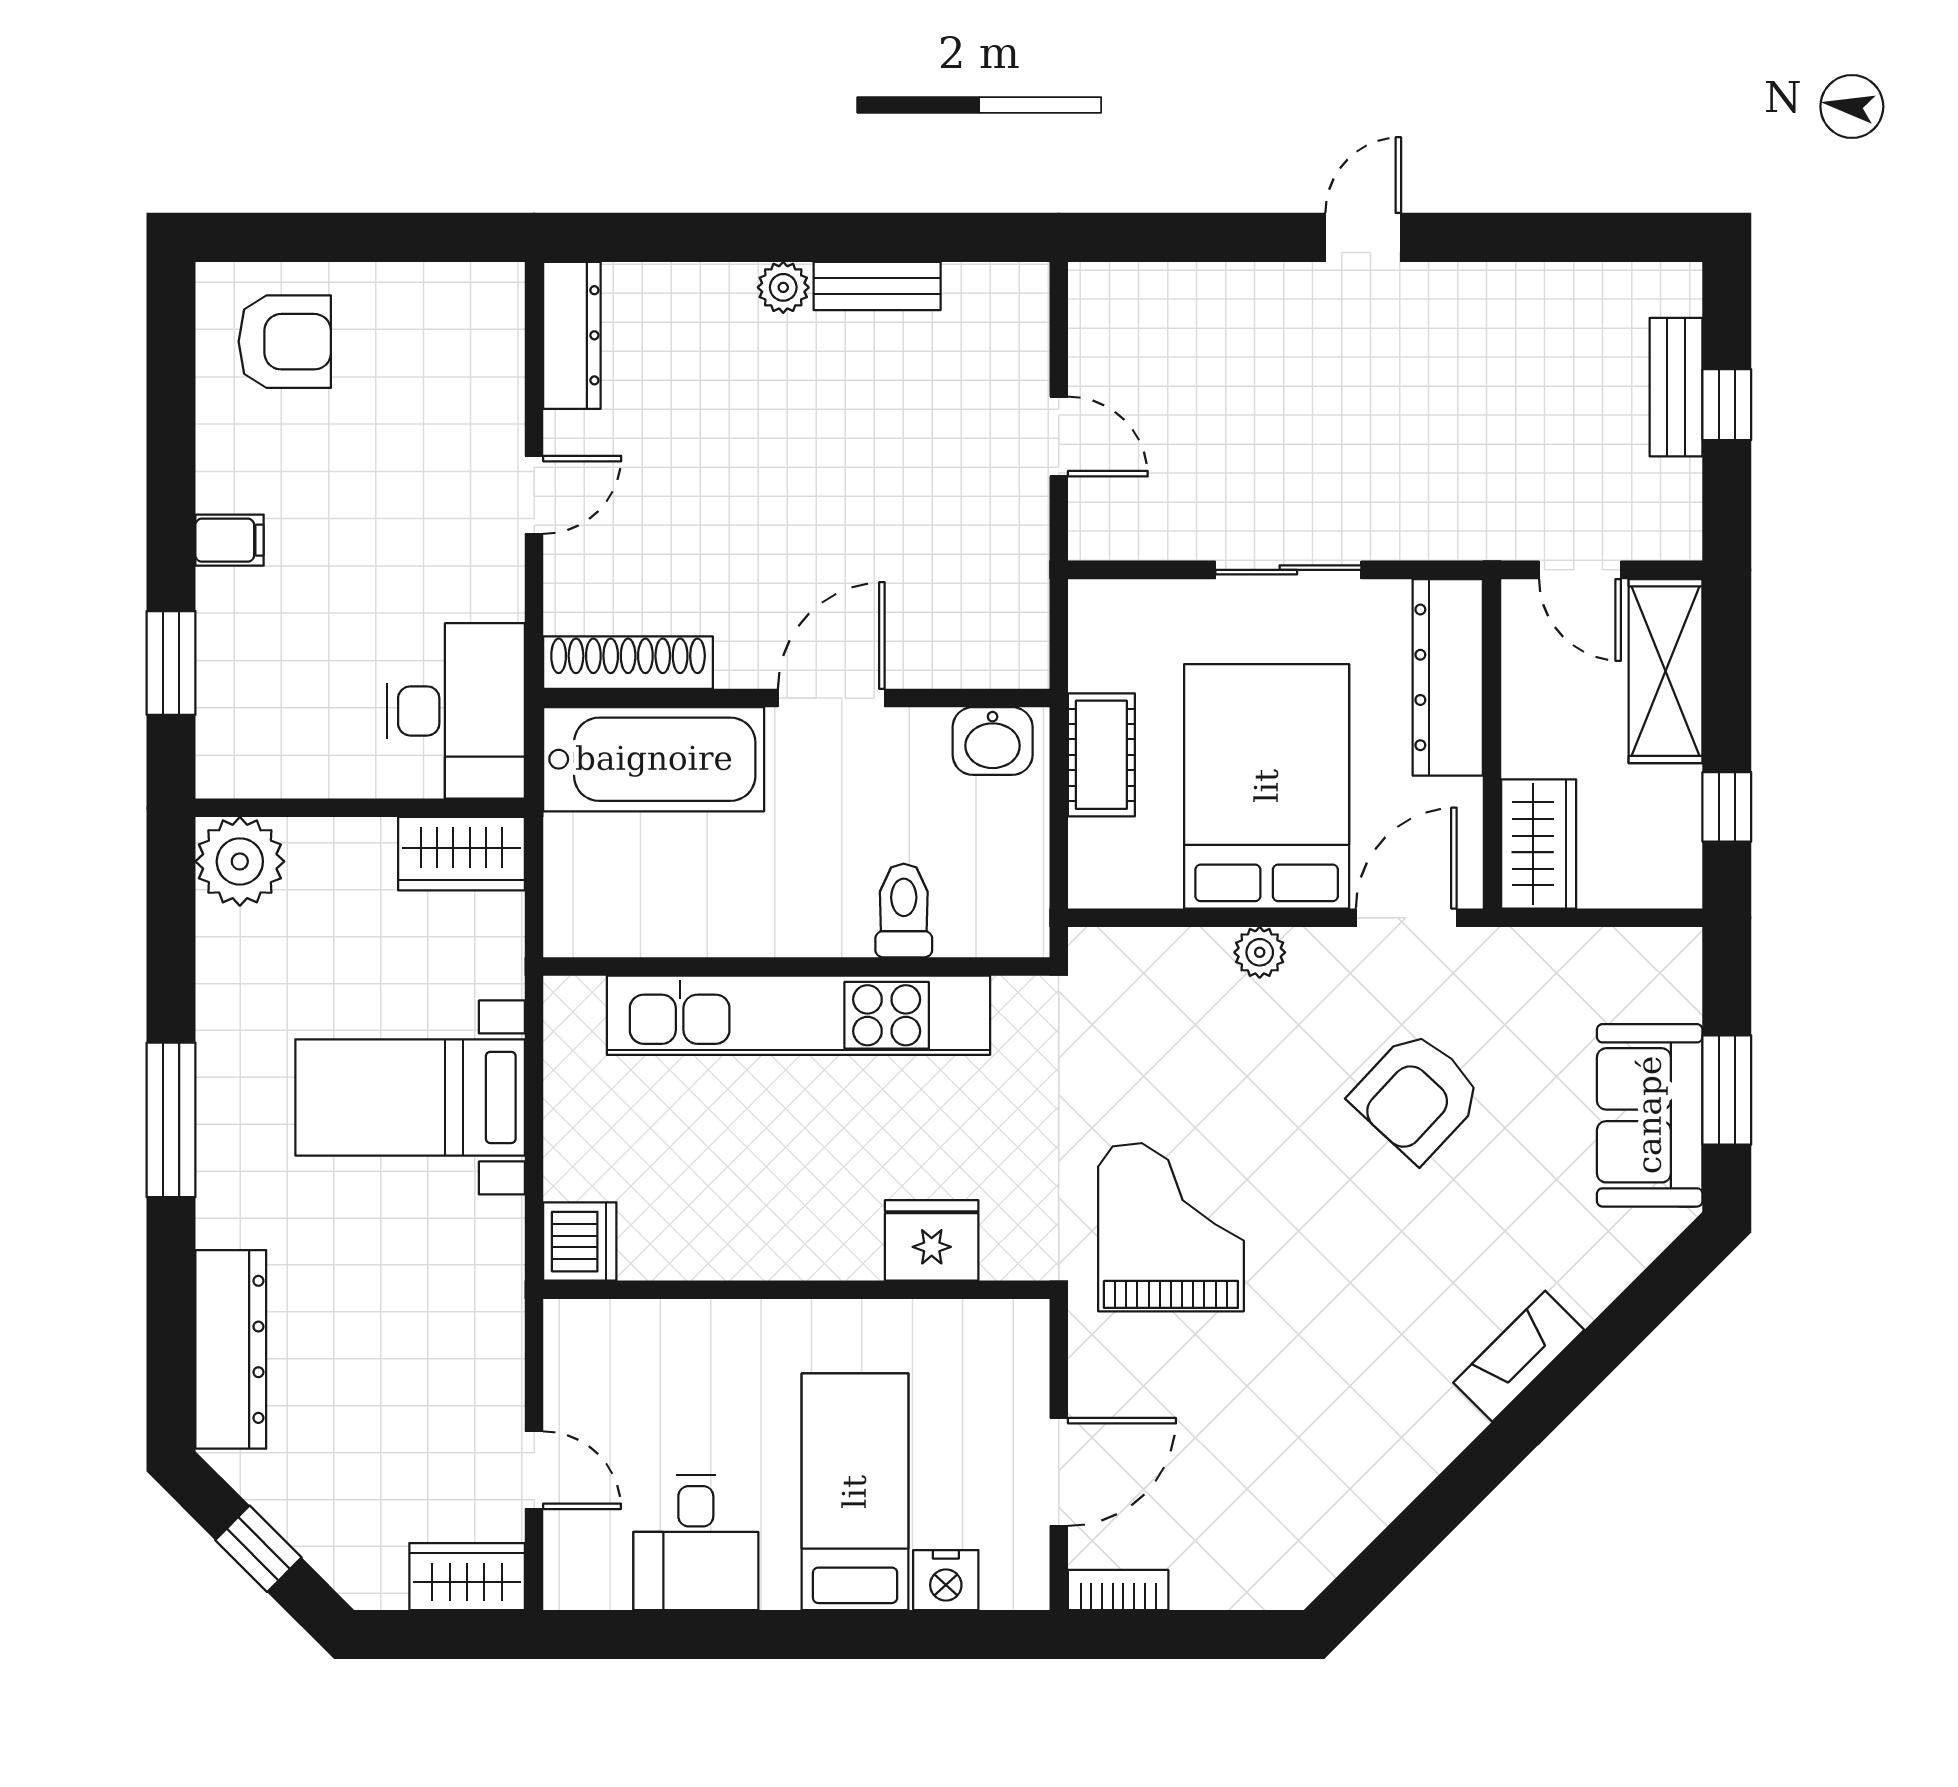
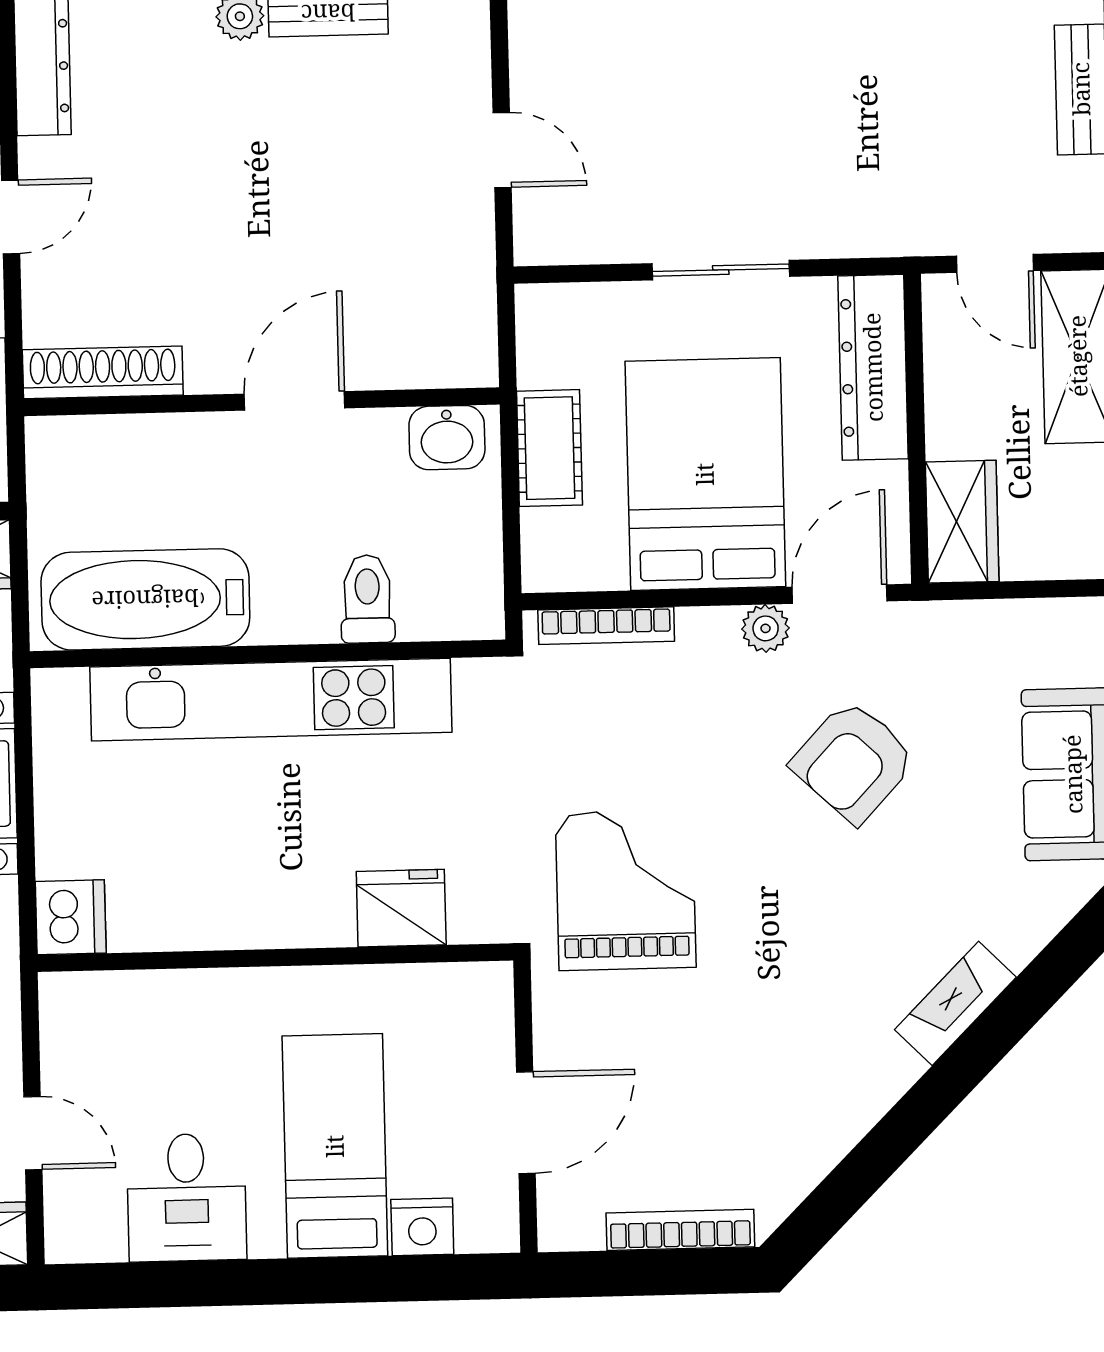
bathtub: (654, 759) -> (145, 599), moved, turned 180
bookcase: (1157, 945) -> (606, 626), added
plant: (1260, 952) -> (766, 628), moved
bookcase: (1118, 1590) -> (680, 1230), moved, width x1.56

